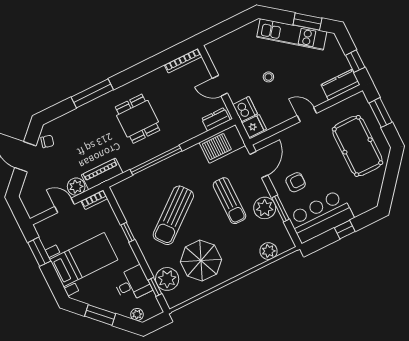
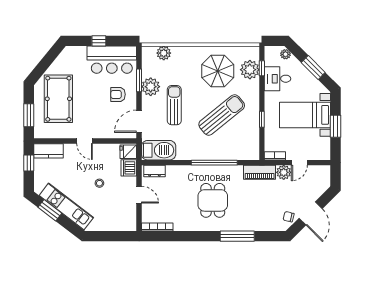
door: (65, 205) -> (299, 163), hinge flipped
window: (39, 252) -> (335, 126), moved

